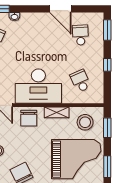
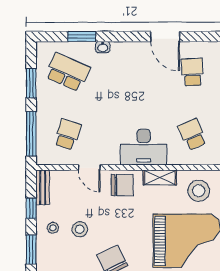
desk: (38, 86) -> (144, 147), width x0.73, depth x0.77
chair: (29, 118) -> (122, 185), turned -90

